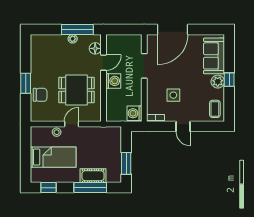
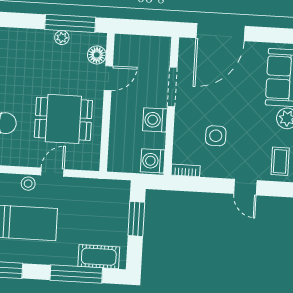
washing machine: (113, 81) -> (155, 120), moved, turned 180
door: (183, 126) -> (245, 187), moved
window: (126, 163) -> (136, 219), moved
cot: (93, 176) -> (99, 257), moved

